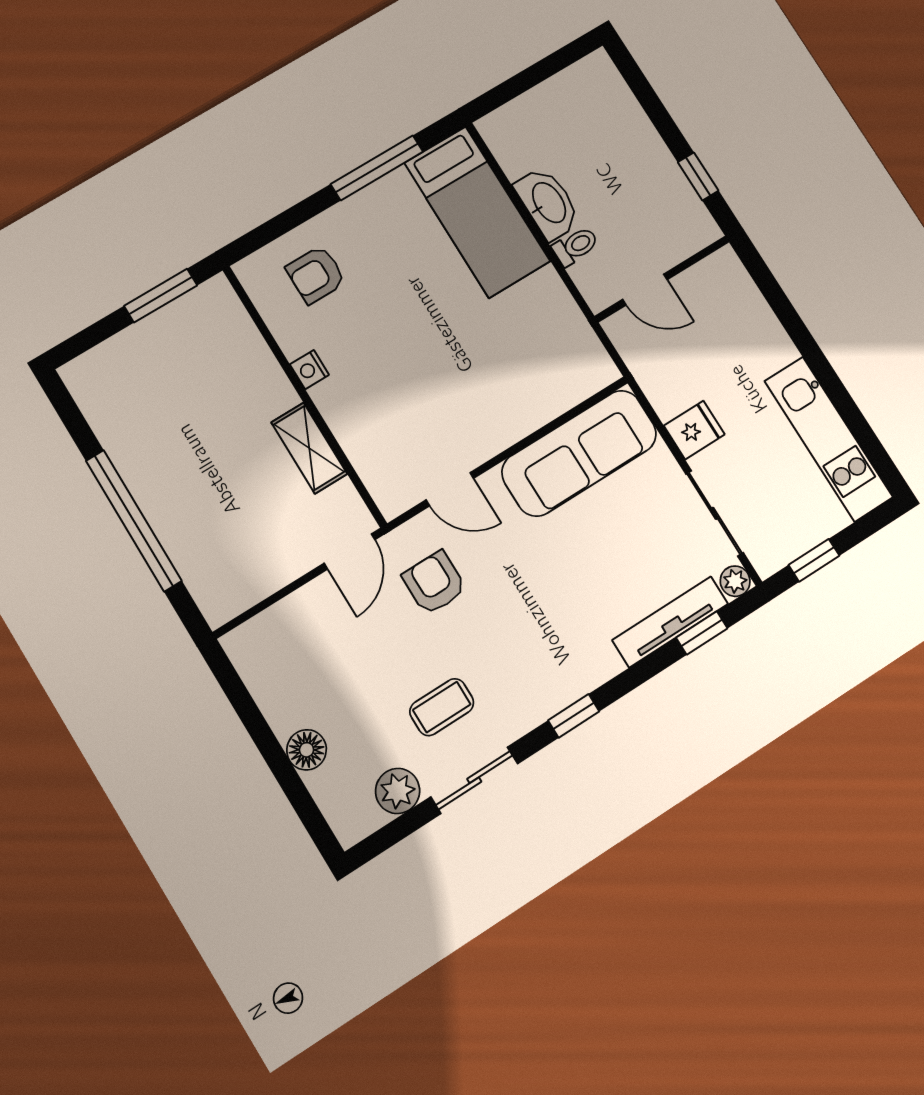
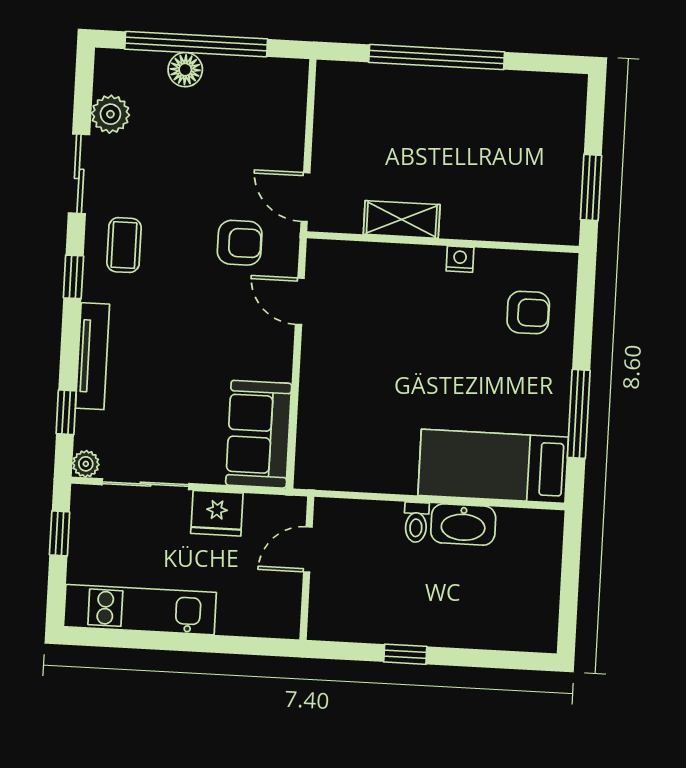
armchair: (316, 275) -> (528, 313), turned 90
wall: (662, 279) -> (307, 568), moved
door: (645, 289) -> (308, 549), moved
fridge: (694, 430) -> (217, 513), width x1.38
sofa: (579, 453) -> (259, 434), width x0.73
door: (450, 489) -> (300, 301), hinge flipped
tv unit: (670, 622) -> (92, 356), moved
coffee table: (442, 707) -> (124, 245), moved
window: (275, 757) -> (196, 44), added

